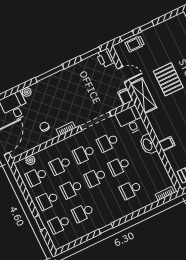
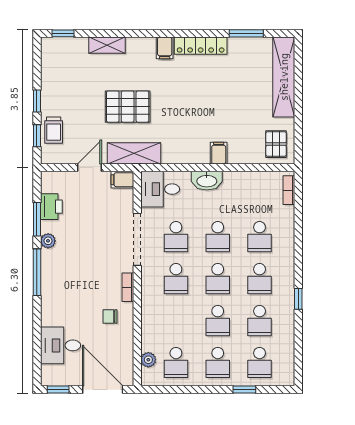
window: (90, 54) -> (37, 219), moved
printer: (105, 58) -> (51, 207), moved, turned -90
plant: (27, 92) -> (48, 241), moved
school desk: (60, 165) -> (260, 279), moved

